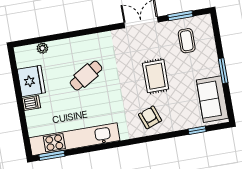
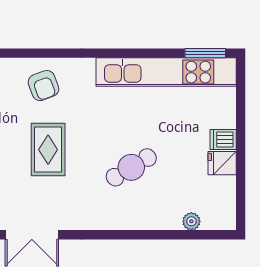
rug: (156, 76) -> (48, 150), moved
fridge: (31, 81) -> (222, 163), width x0.53, depth x0.75

